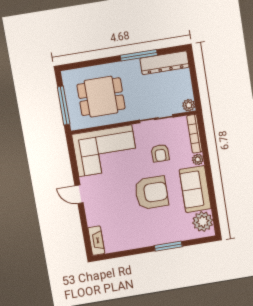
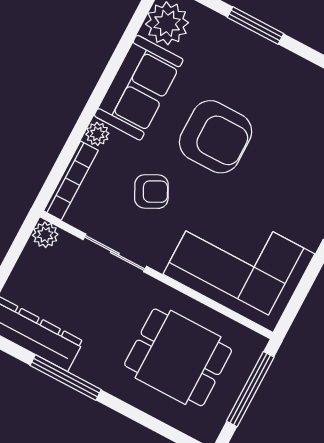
armchair: (160, 153) -> (151, 192), turned 63
armchair: (151, 193) -> (216, 137), turned 180

